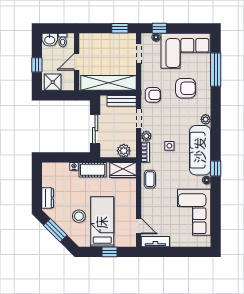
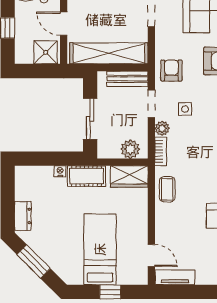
door: (77, 62) -> (64, 24), hinge flipped
shower: (53, 82) -> (46, 52), moved
armchair: (153, 95) -> (171, 70), turned -90
side table: (169, 146) -> (185, 109), moved
stool: (79, 216) -> (67, 242), removed

